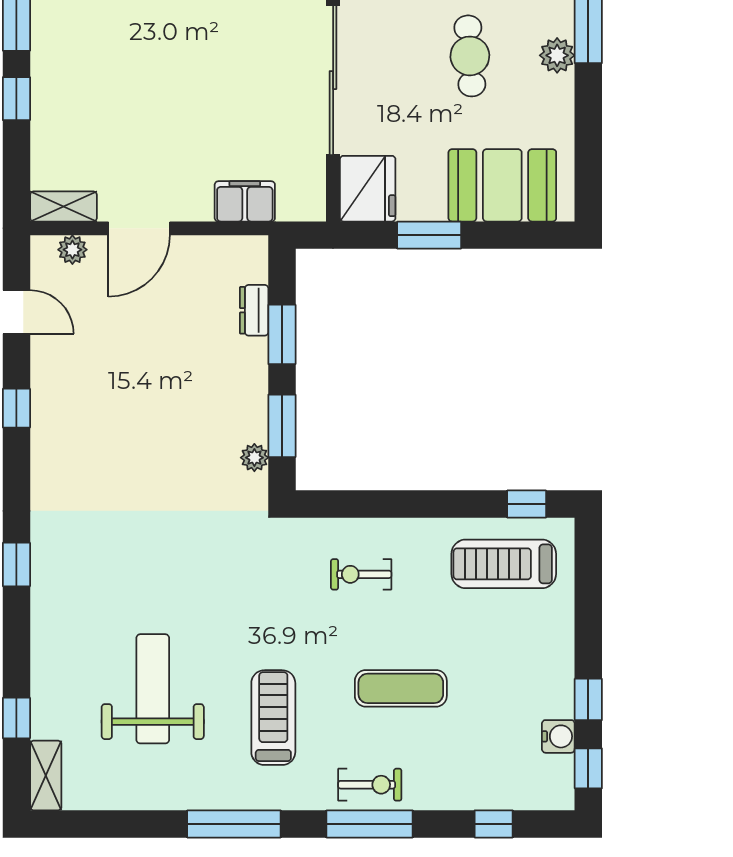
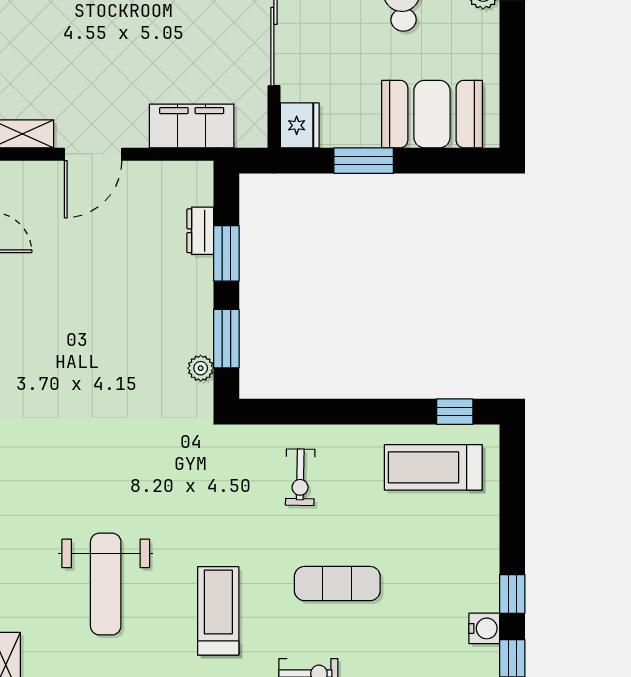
fridge: (368, 189) -> (300, 125), width x0.73, depth x0.75
filing cabinet: (245, 201) -> (192, 126), width x1.50, depth x1.17
plant: (72, 250) -> (31, 174), removed
exercise bike: (361, 574) -> (300, 477), turned -89
weight bench: (153, 689) -> (106, 584), turned 180

